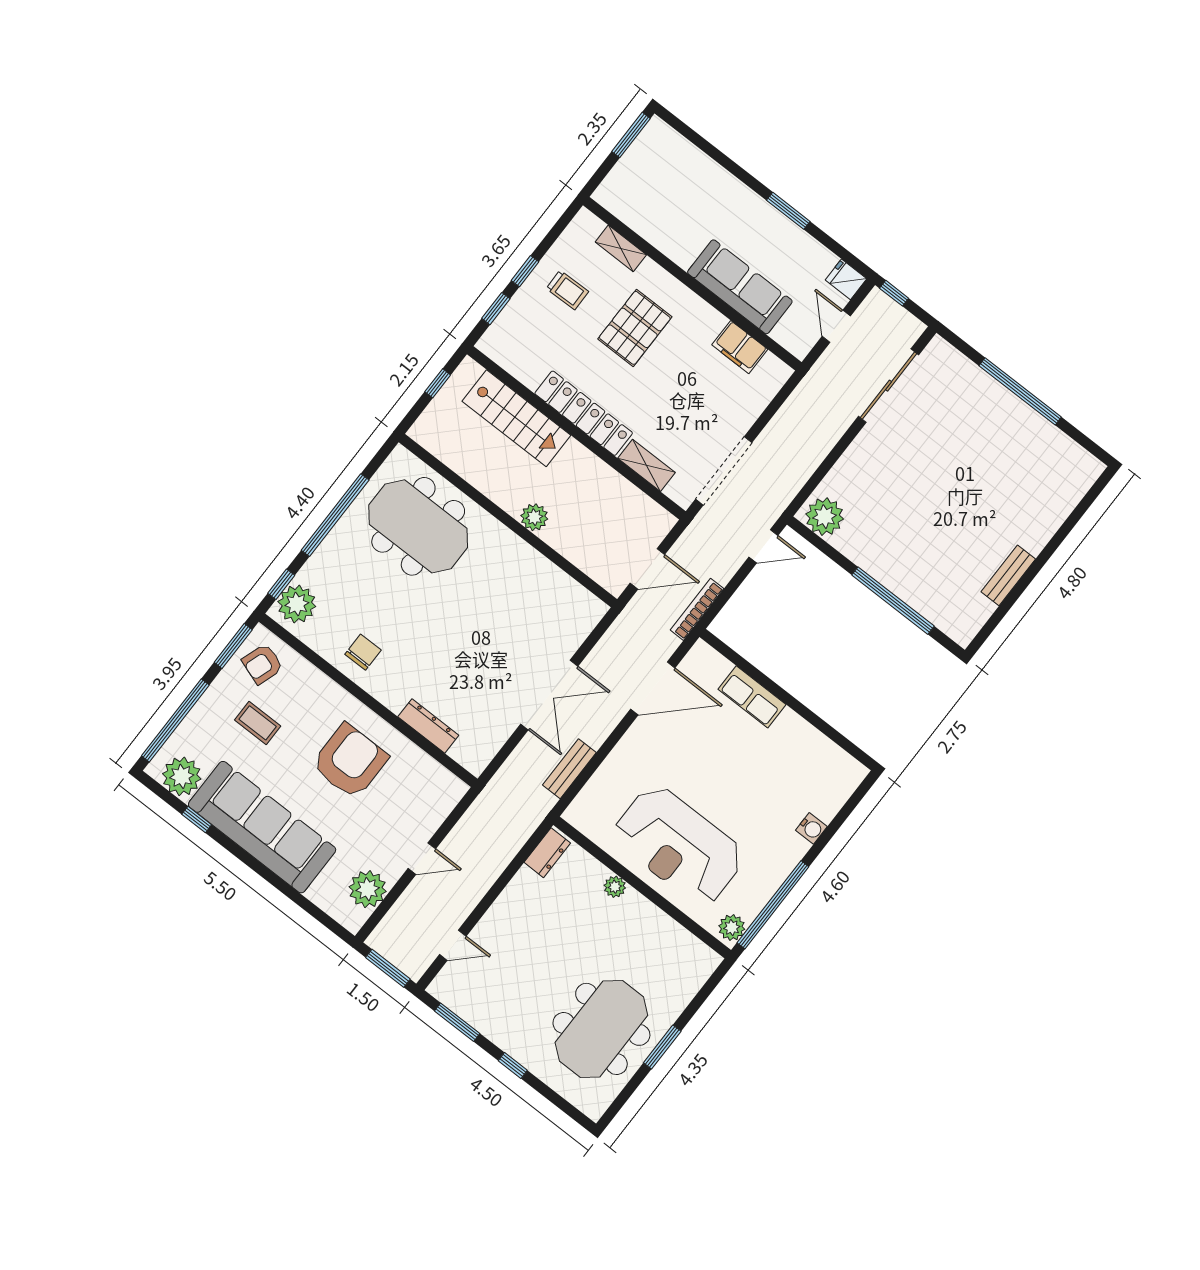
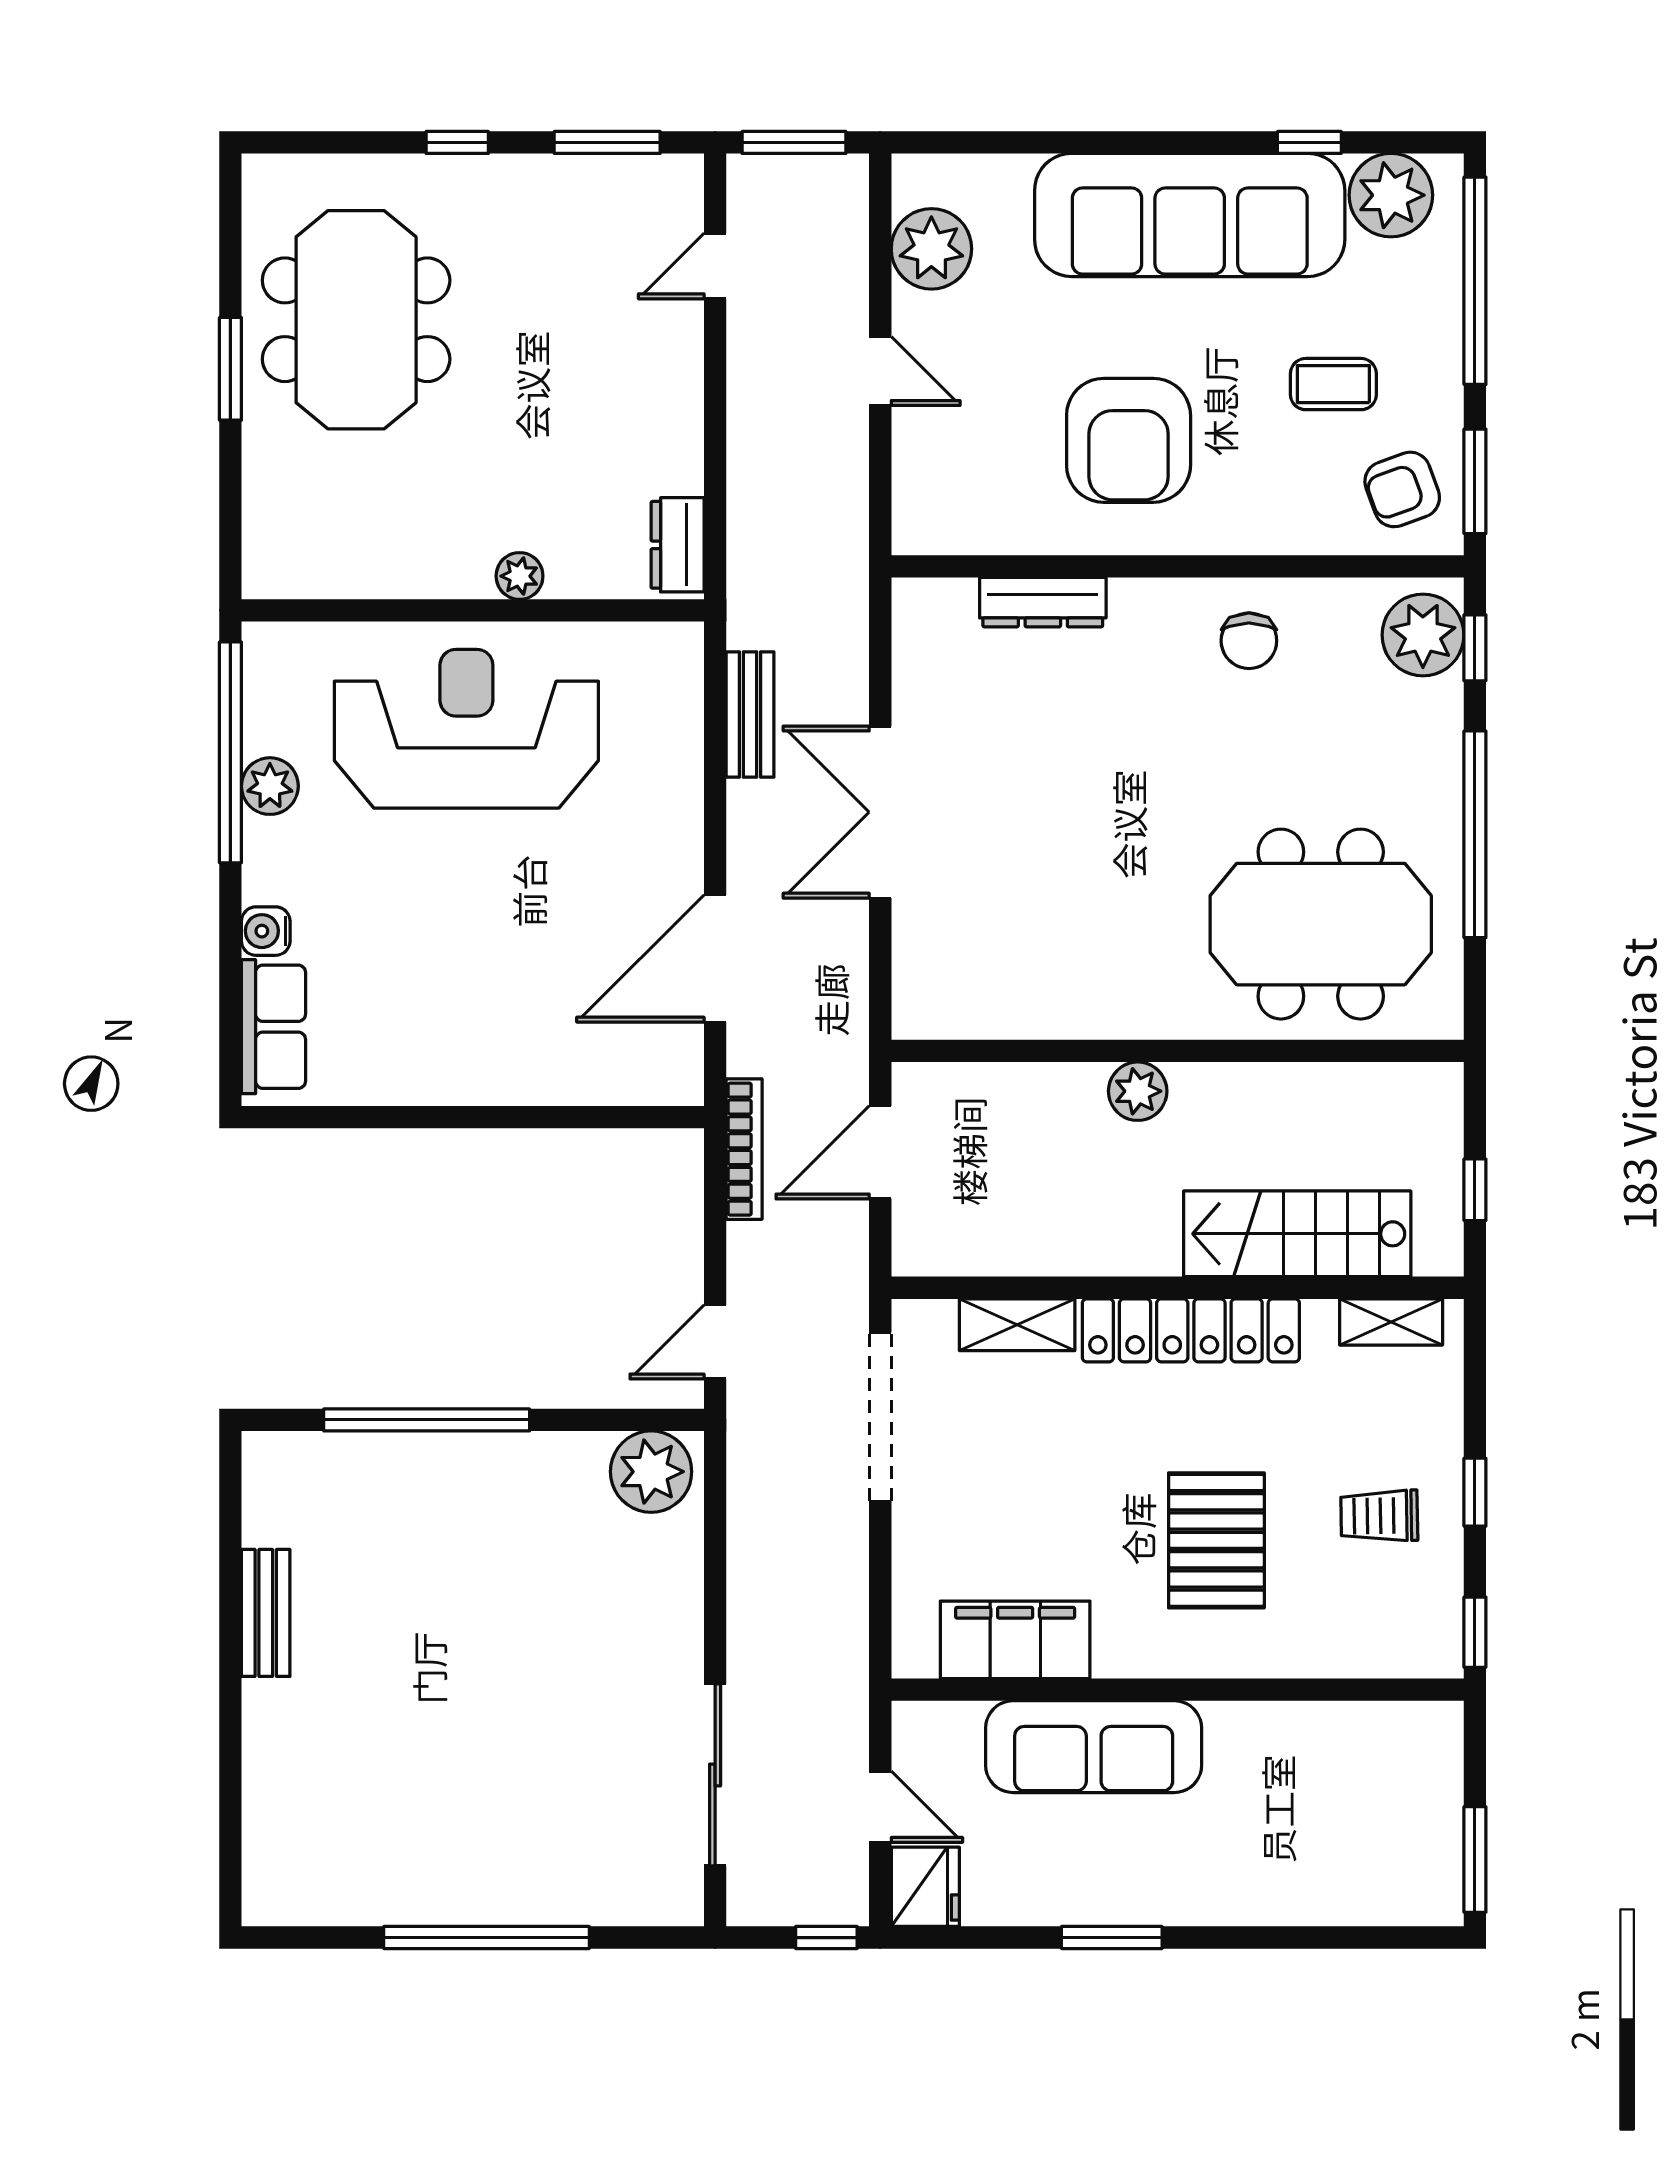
shelving: (621, 248) -> (1391, 1322), moved
fridge: (846, 279) -> (925, 1887), width x1.38
window: (496, 309) -> (1475, 1632), moved
filing cabinet: (740, 347) -> (1015, 1640), width x1.50, depth x1.17
armchair: (263, 664) -> (1402, 489), turned -129
row of seats: (752, 697) -> (274, 1027), moved, turned 90
door: (422, 859) -> (880, 371), swing flipped
plant: (732, 928) -> (270, 786), moved

